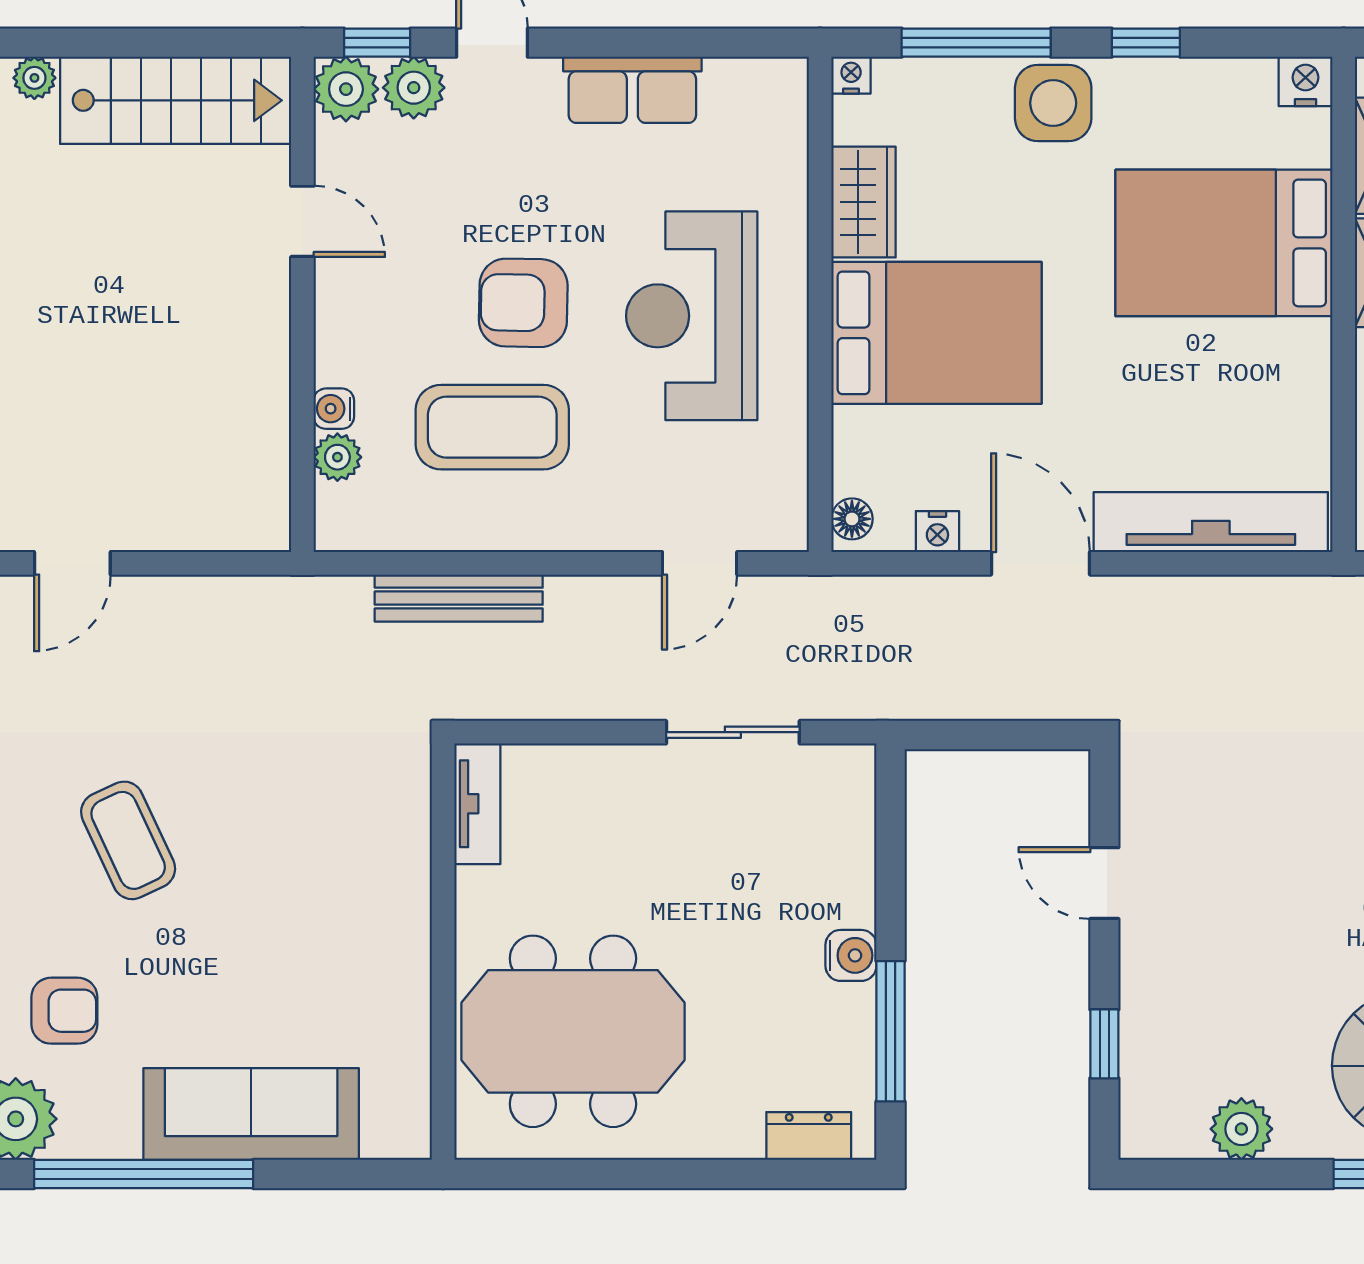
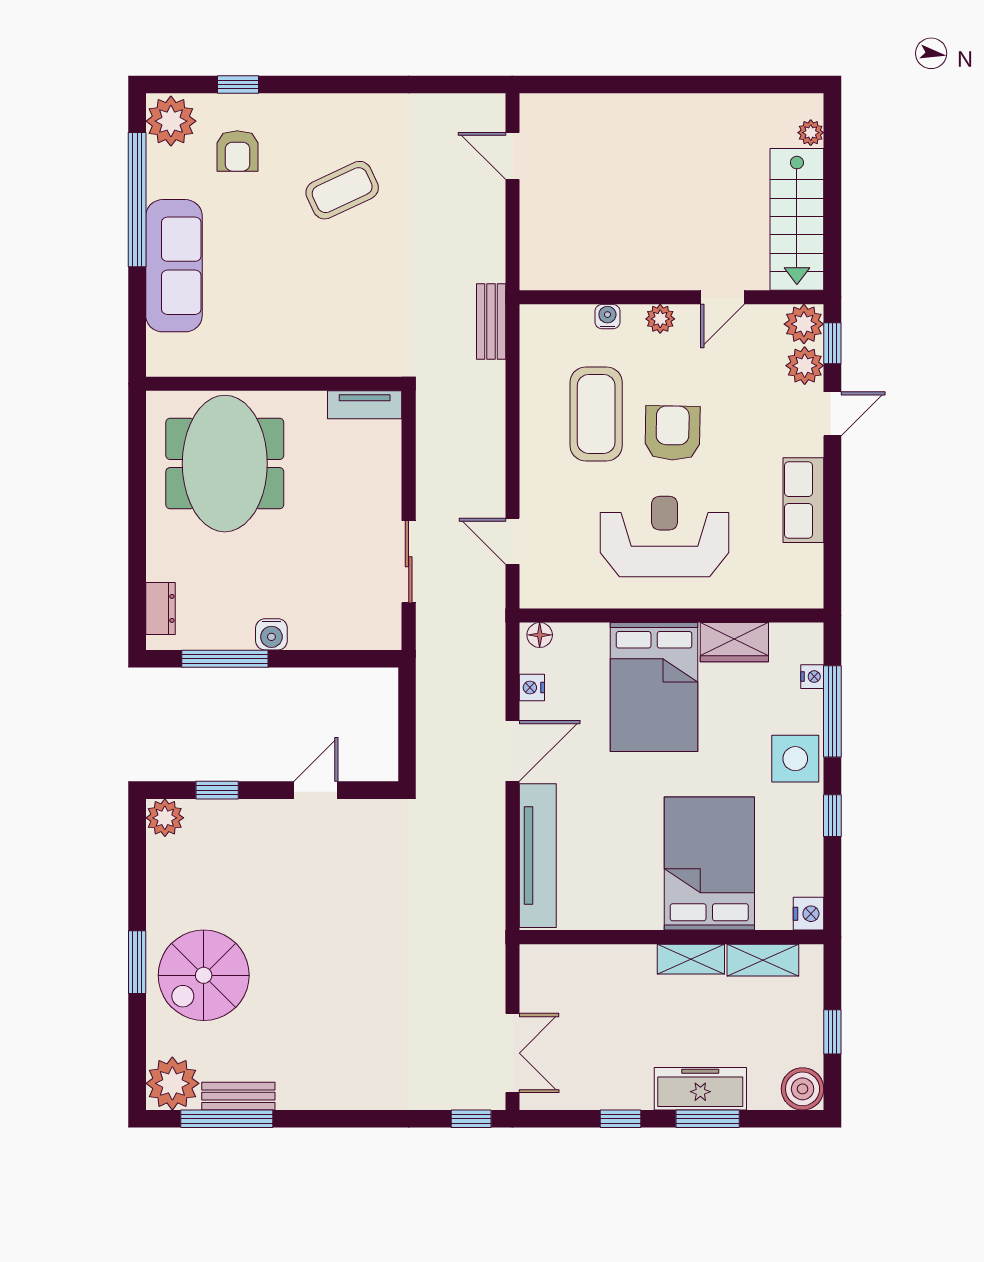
nightstand: (851, 75) -> (812, 677), moved
plant: (337, 457) -> (660, 319), moved
bench: (459, 598) -> (491, 322), moved, width x0.73
plant: (1241, 1129) -> (165, 818), moved

